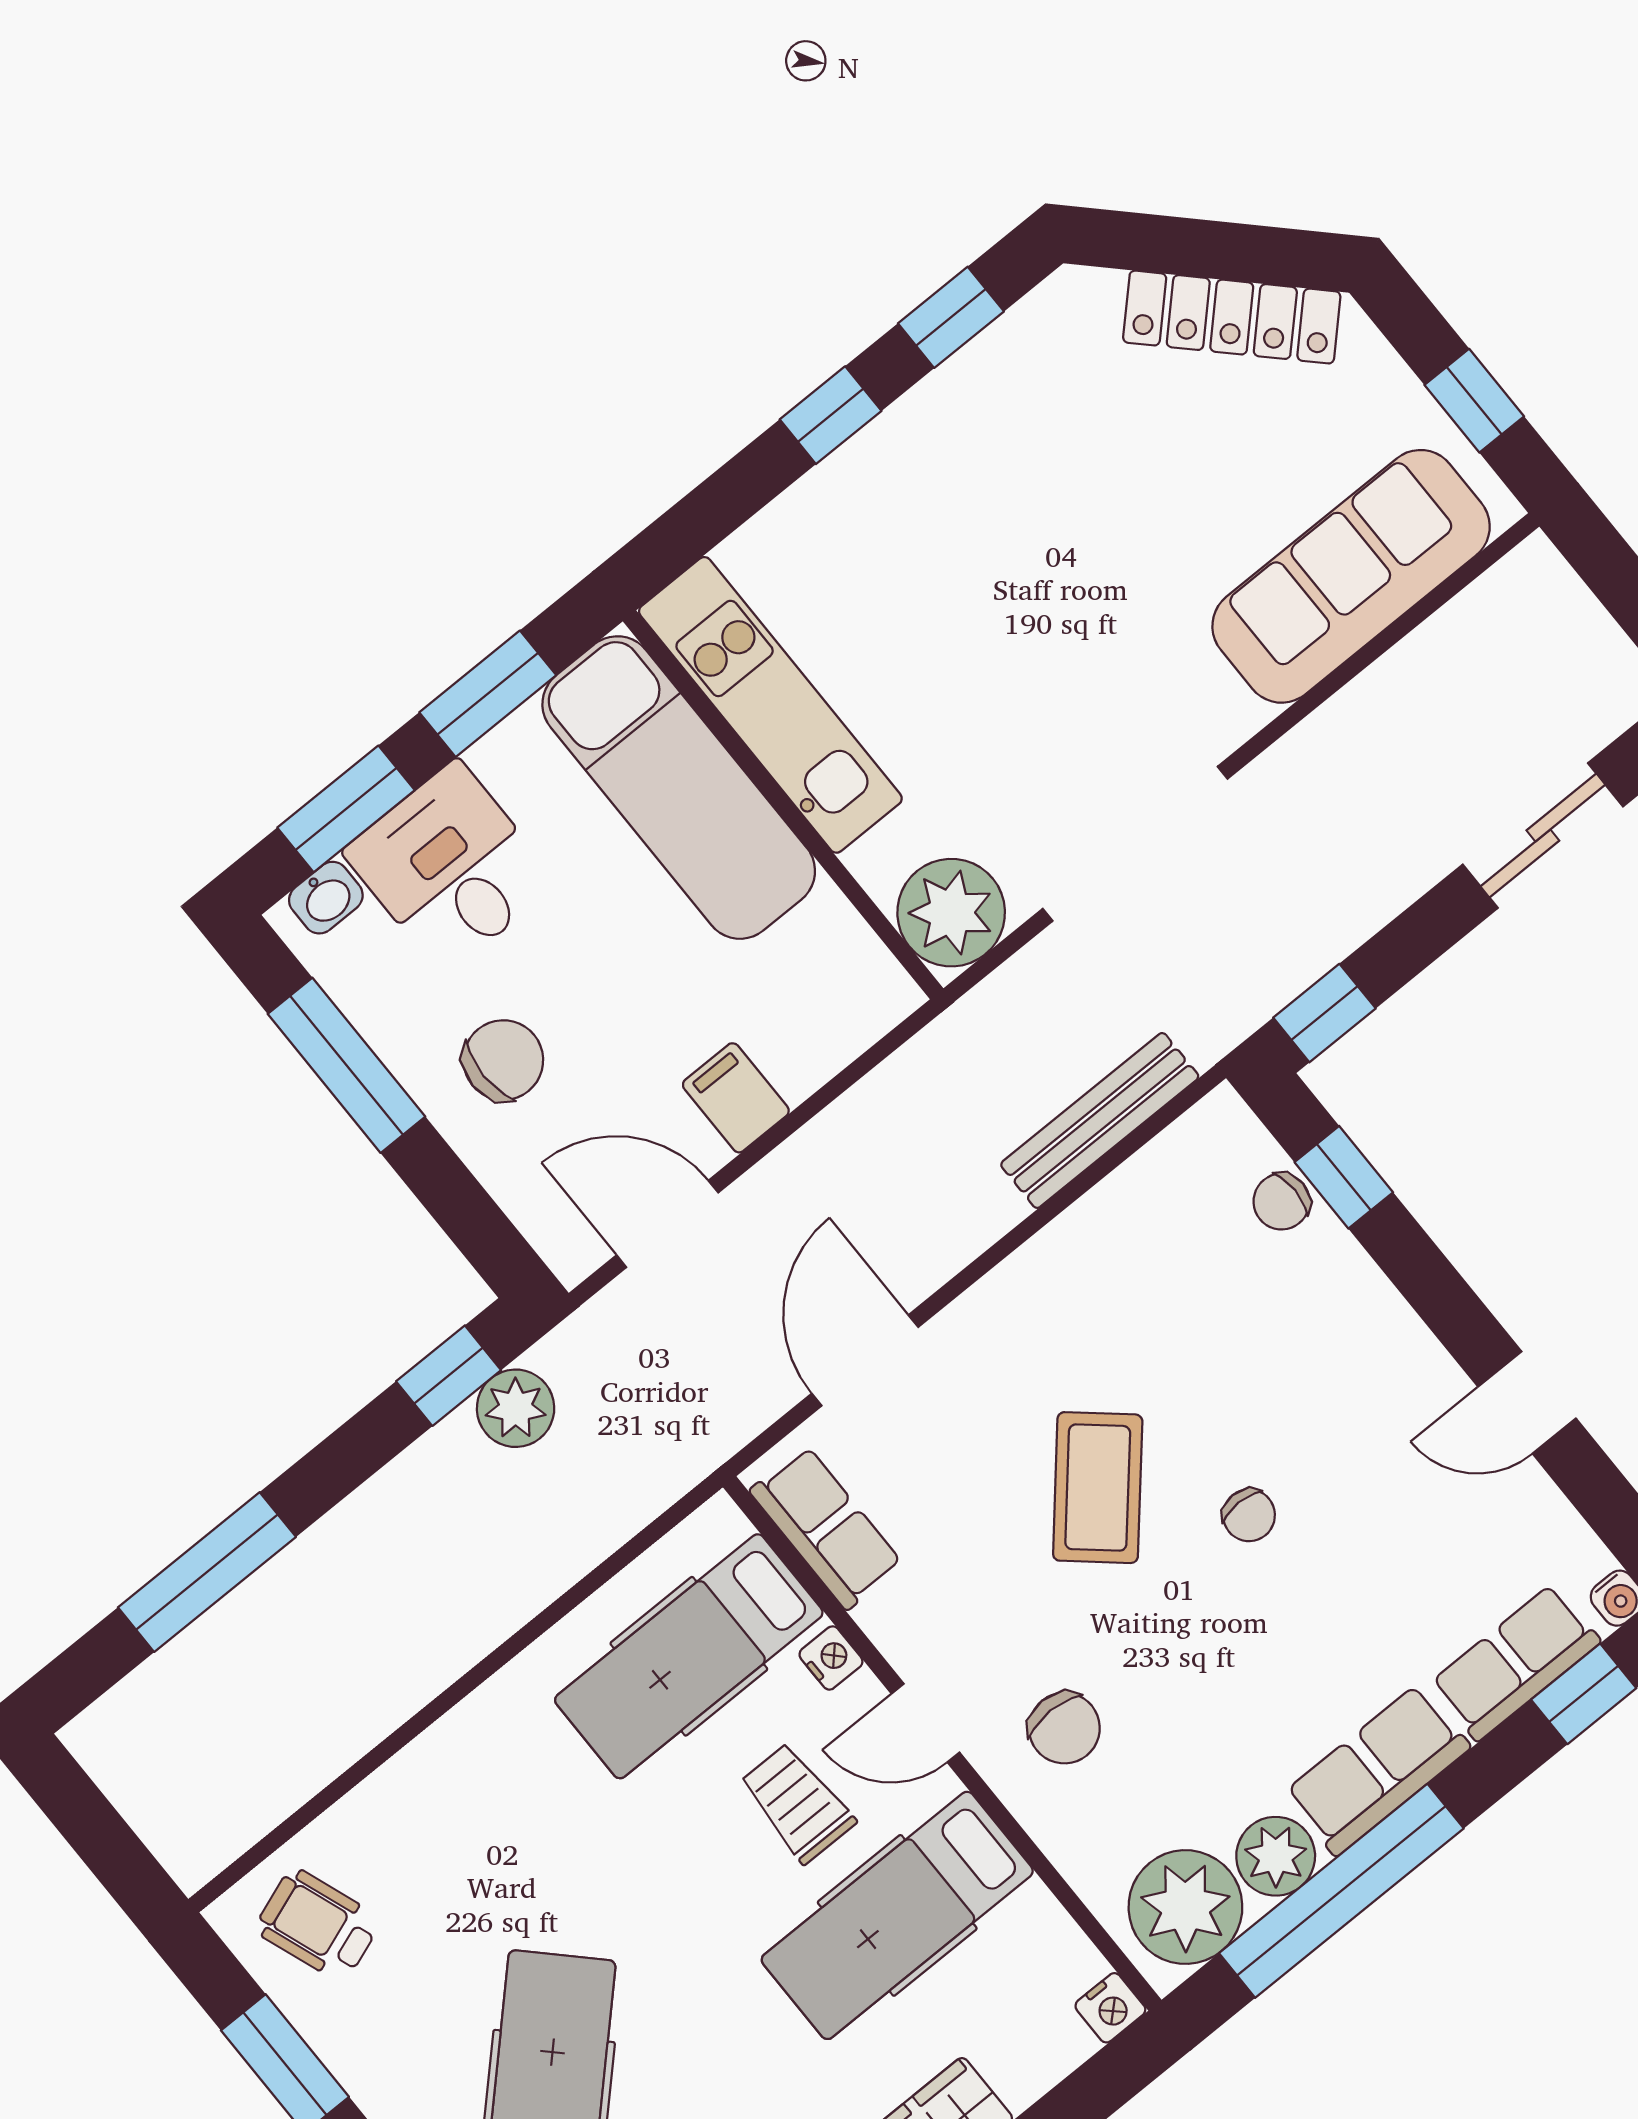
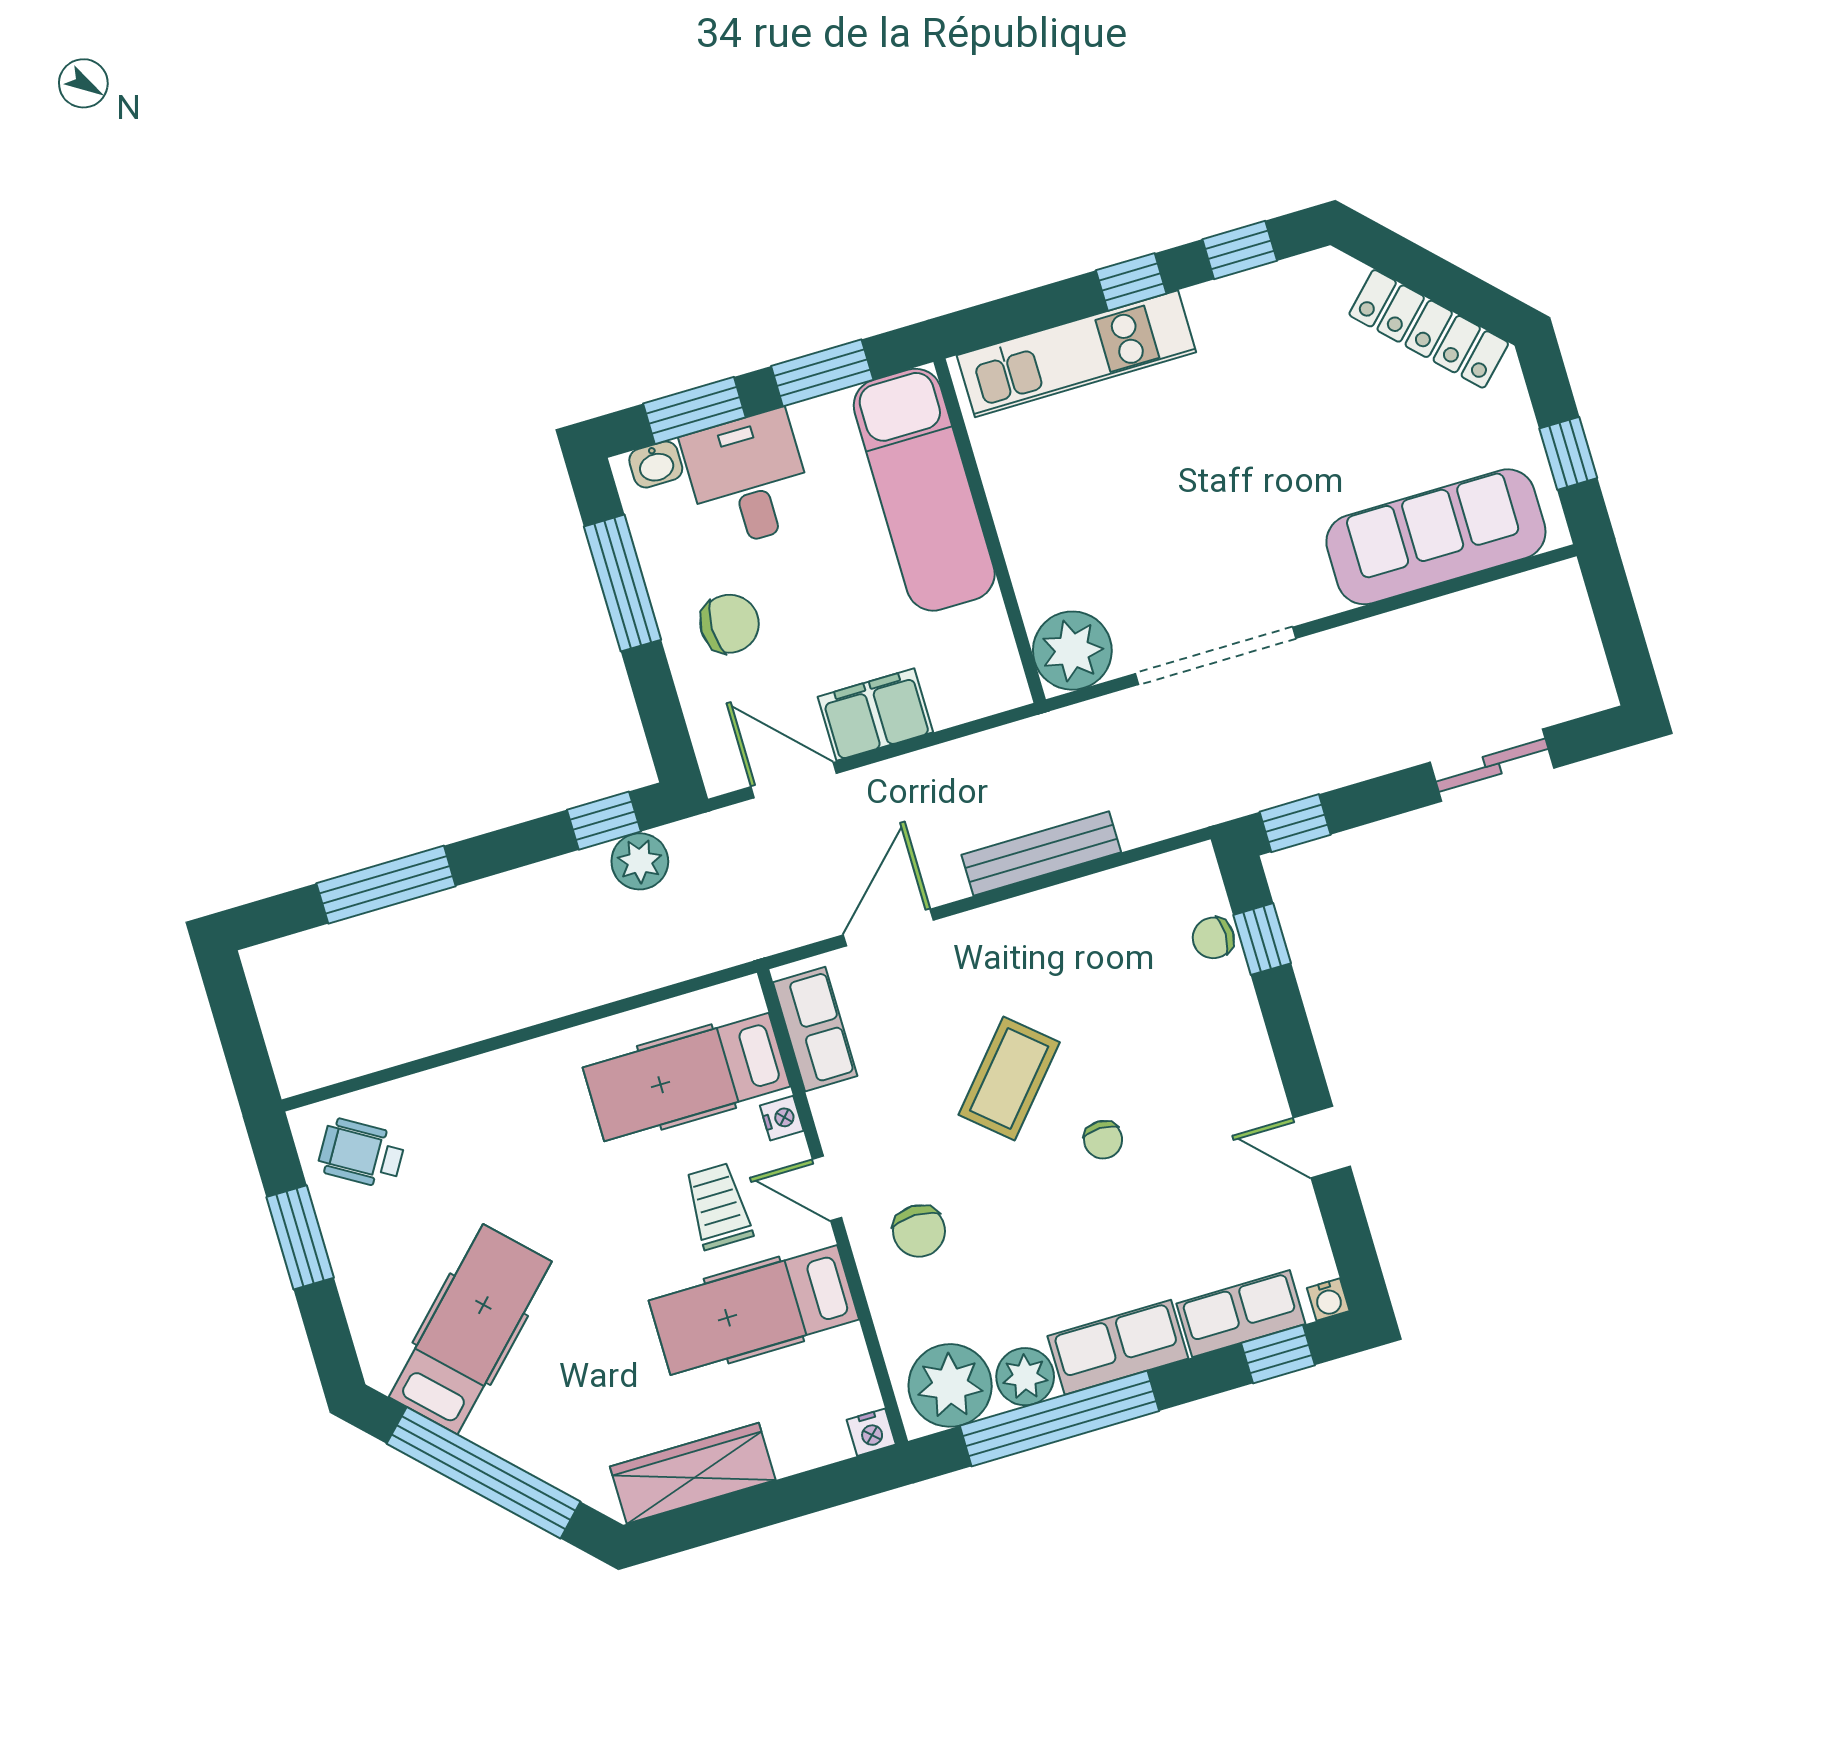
kitchen unit: (770, 705) -> (1076, 354), moved, turned 90
filing cabinet: (736, 1098) -> (875, 715), width x2.00
bench: (1100, 1120) -> (1041, 854), moved
wheelchair: (318, 1925) -> (361, 1153), turned -39

